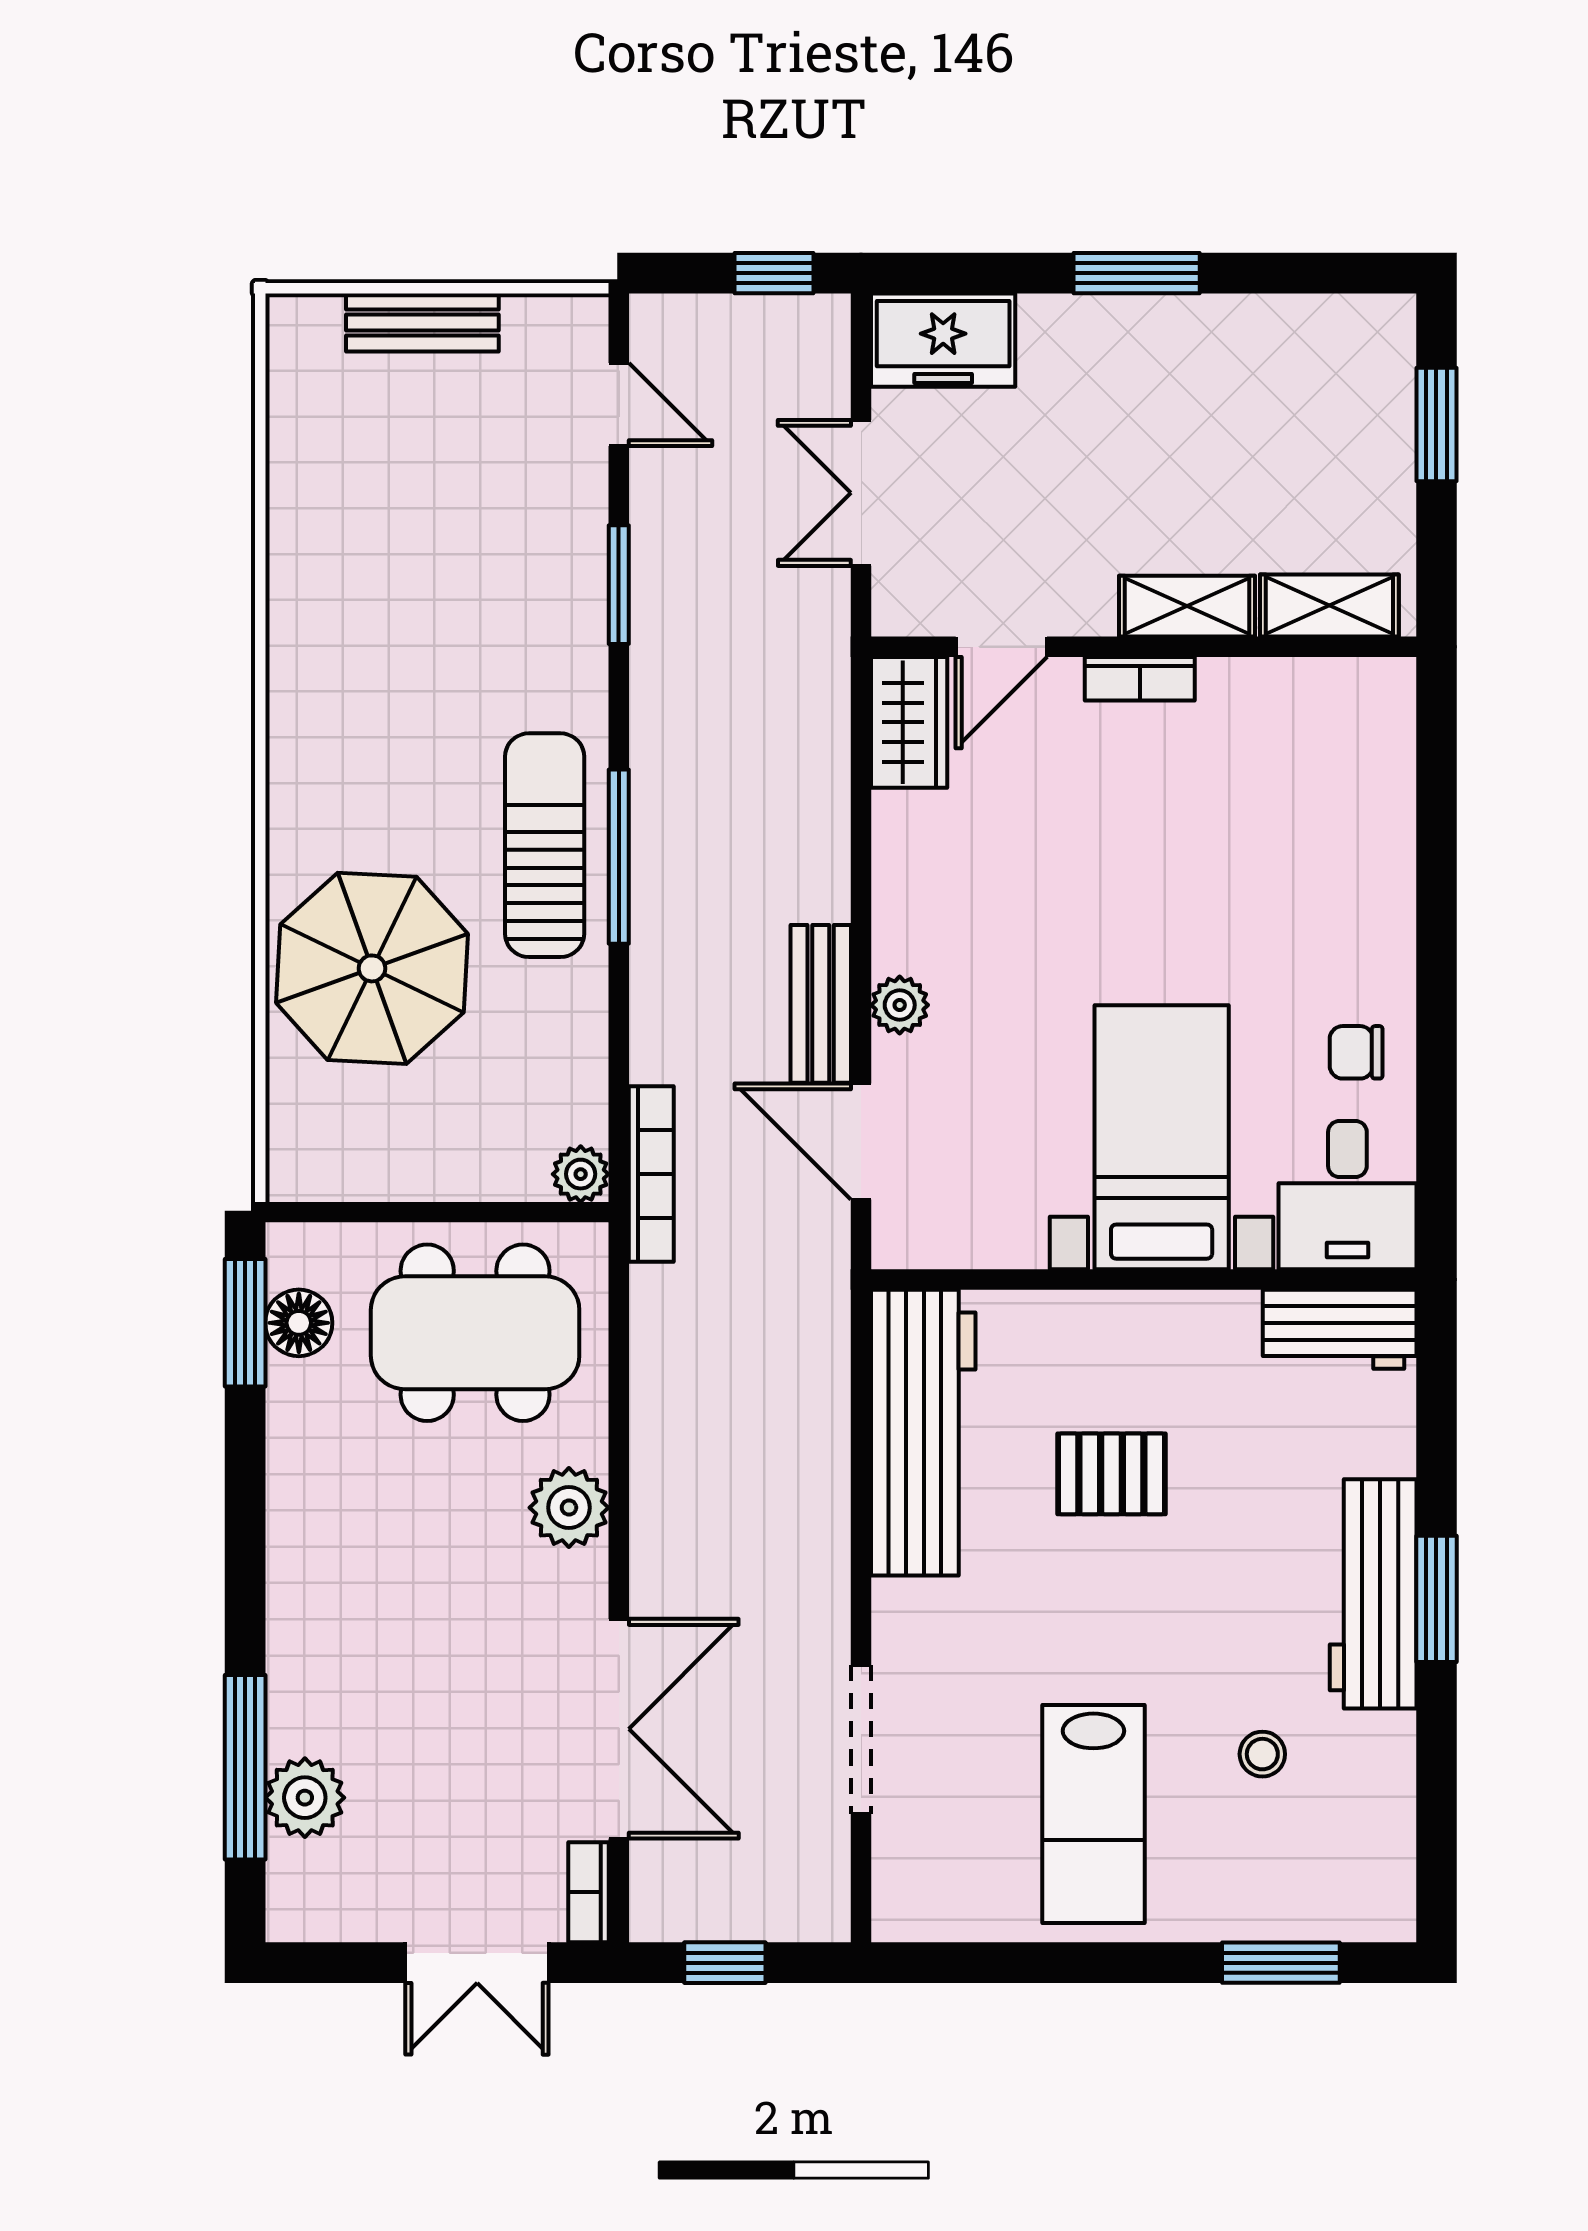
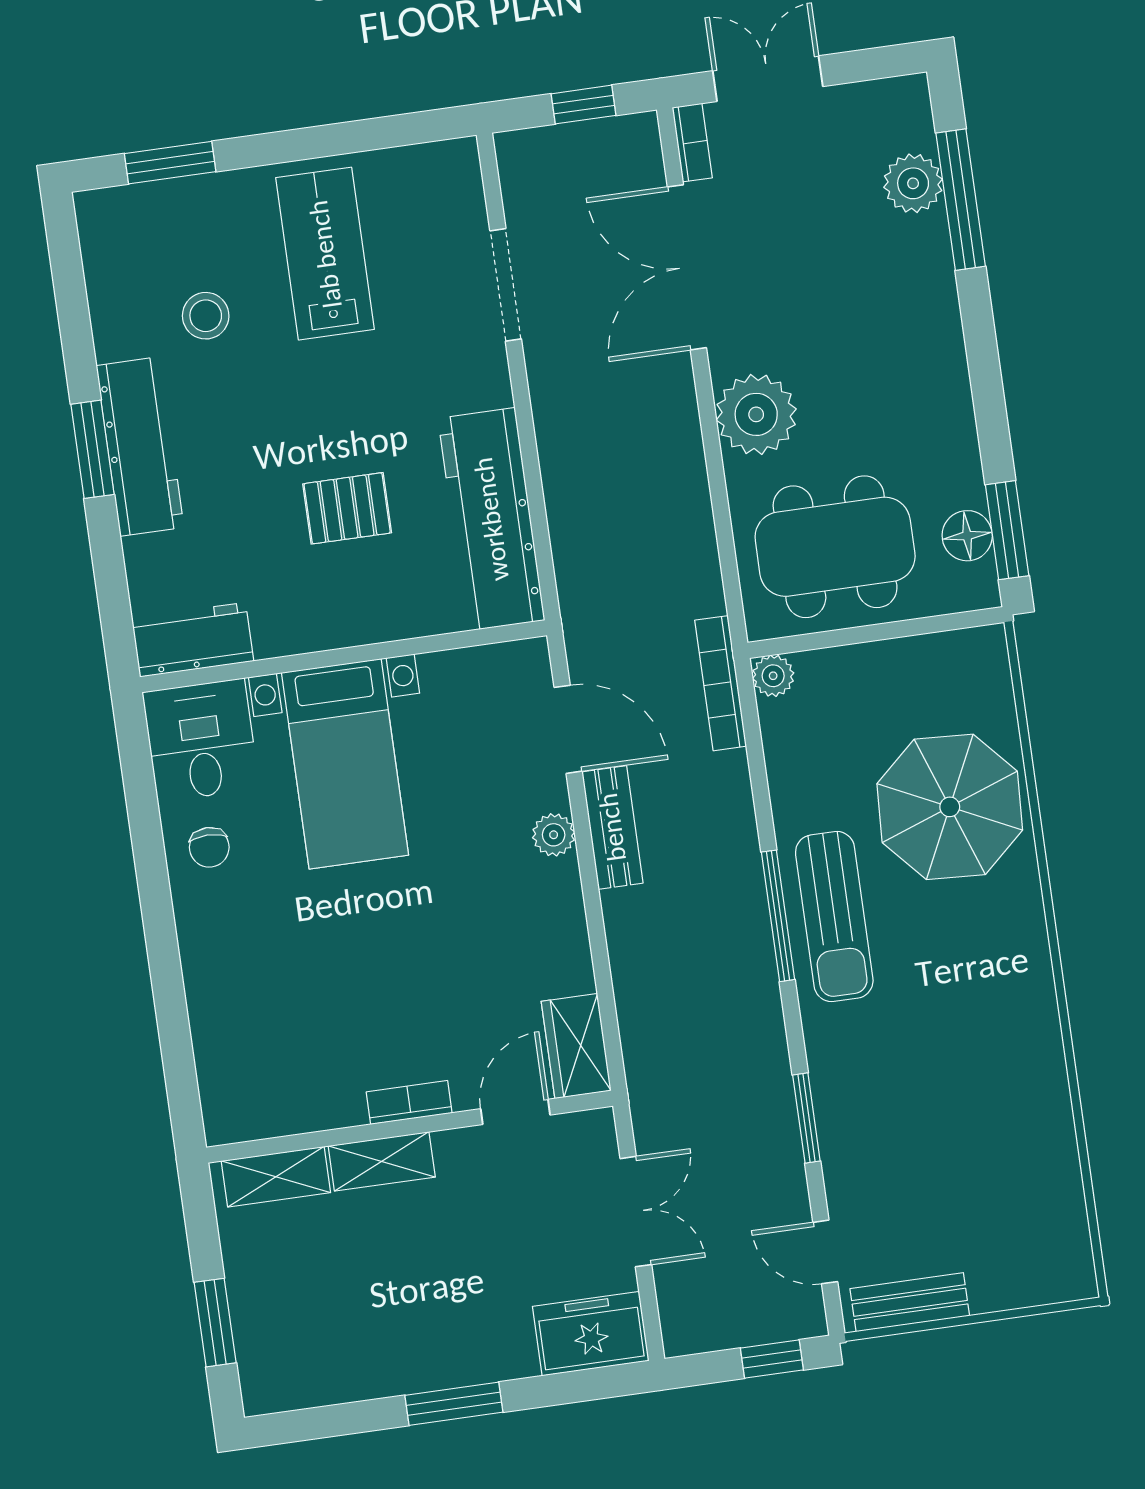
window: (774, 273) -> (772, 1359), moved
bench: (422, 322) -> (910, 1302), moved
chair: (1356, 1052) -> (209, 847), turned 90
plant: (569, 1508) -> (756, 414), width x1.36, depth x1.36
stool: (1262, 1754) -> (206, 316), width x1.37, depth x1.37

